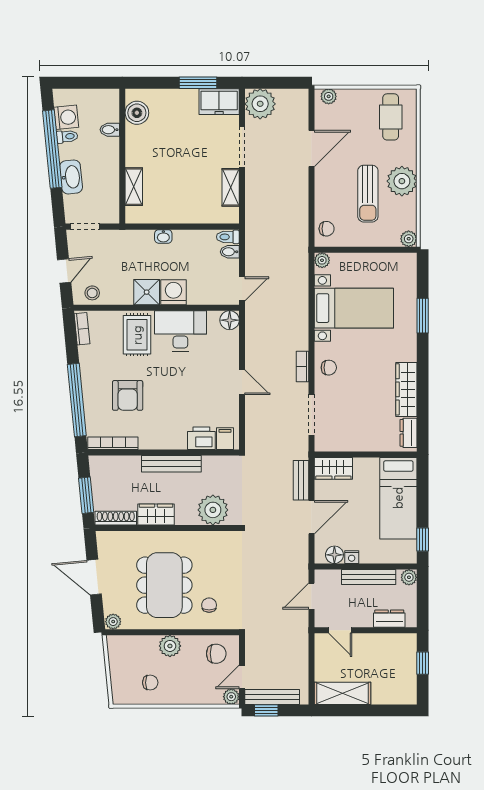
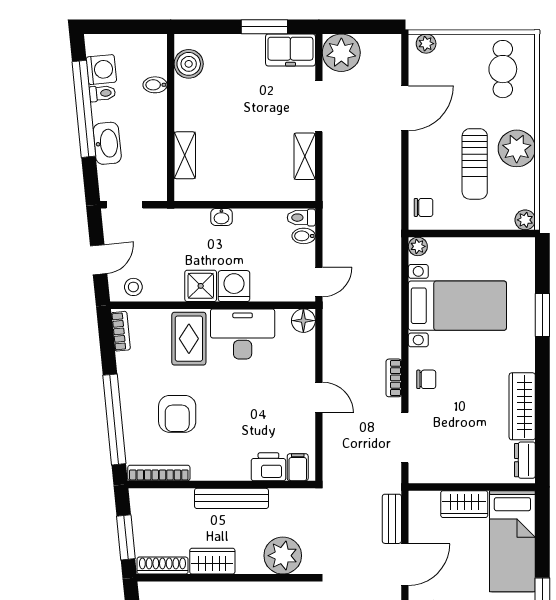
wardrobe: (333, 468) -> (464, 504), moved

